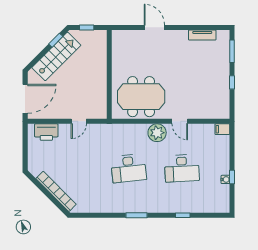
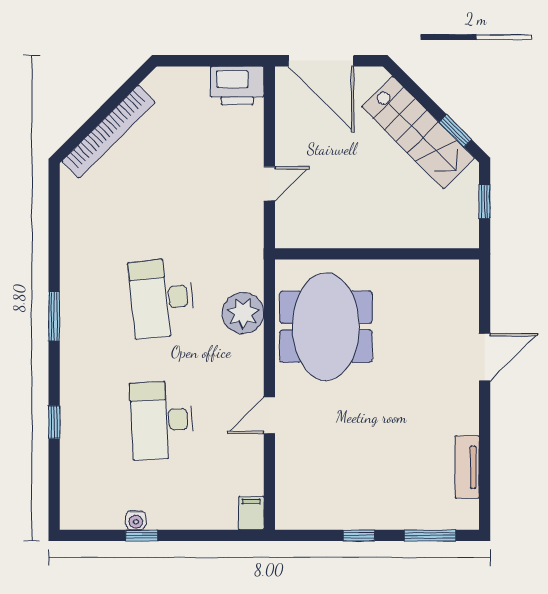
door: (79, 121) -> (269, 184), swing flipped
printer: (46, 132) -> (237, 85), moved, turned -90
plant: (157, 133) -> (243, 313), moved

